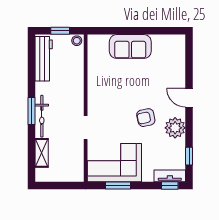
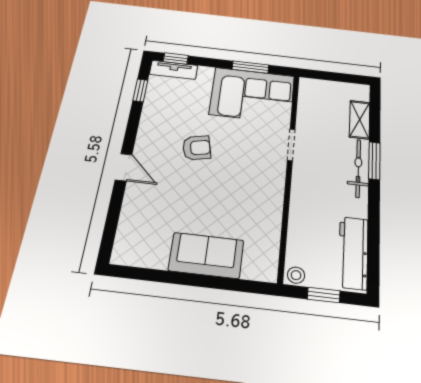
window: (32, 111) -> (374, 161), moved
plant: (175, 128) -> (154, 129), removed

